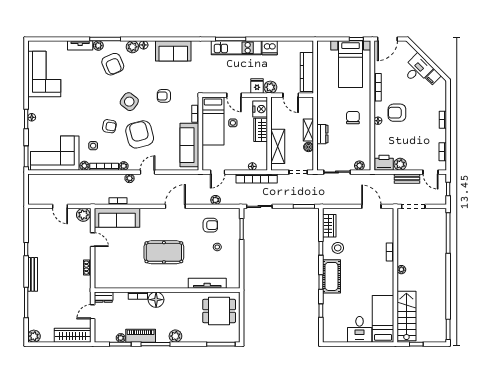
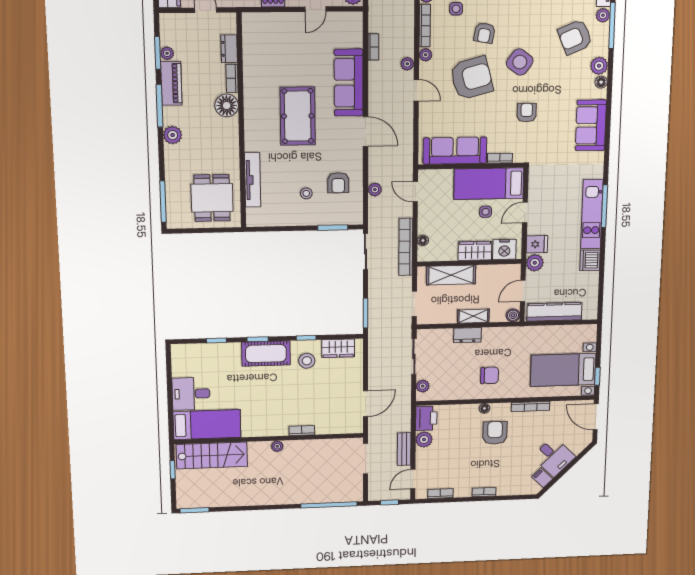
boiler: (309, 147) -> (513, 315), moved
sofa: (117, 218) -> (349, 83), moved
dresser: (104, 297) -> (229, 49), moved

